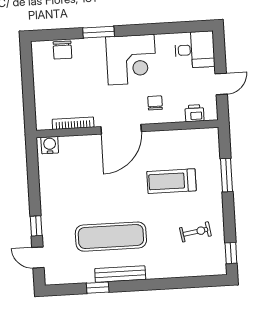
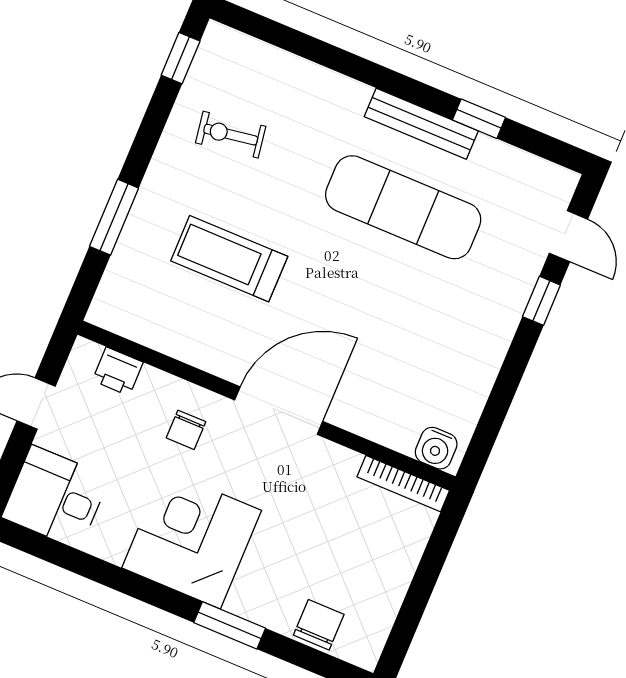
bookcase: (73, 123) -> (403, 484), moved
treadmill: (171, 181) -> (229, 259), turned 180

